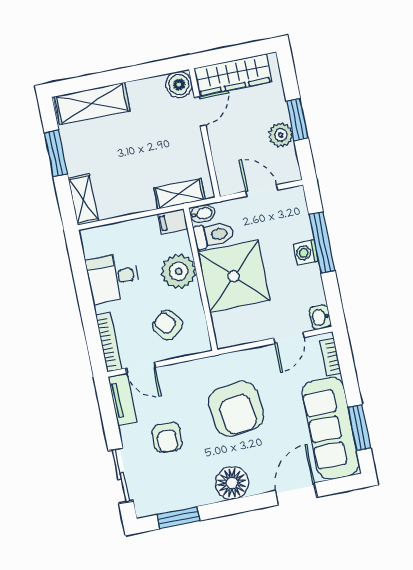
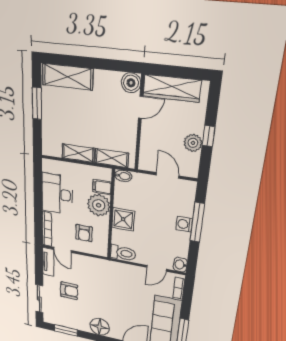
window: (297, 119) -> (209, 136), width x0.67
shelving: (83, 200) -> (78, 153), moved, turned 90
filing cabinet: (173, 221) -> (102, 187), moved
toilet: (214, 235) -> (123, 253), moved
shower: (234, 276) -> (123, 219), width x0.54, depth x0.54
desk: (113, 278) -> (57, 194), width x1.37
armchair: (168, 325) -> (84, 233), turned -139
armchair: (236, 409) -> (113, 292), removed
armchair: (167, 437) -> (69, 291), turned -92

